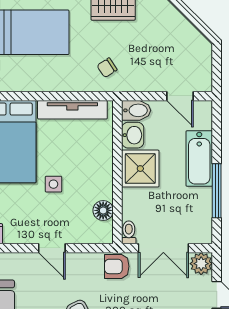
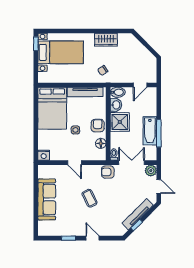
door: (180, 96) -> (140, 85), hinge flipped
bathtub: (199, 158) -> (150, 131), moved
armchair: (97, 176) -> (98, 126), added
double door: (163, 248) -> (132, 163), swing flipped

